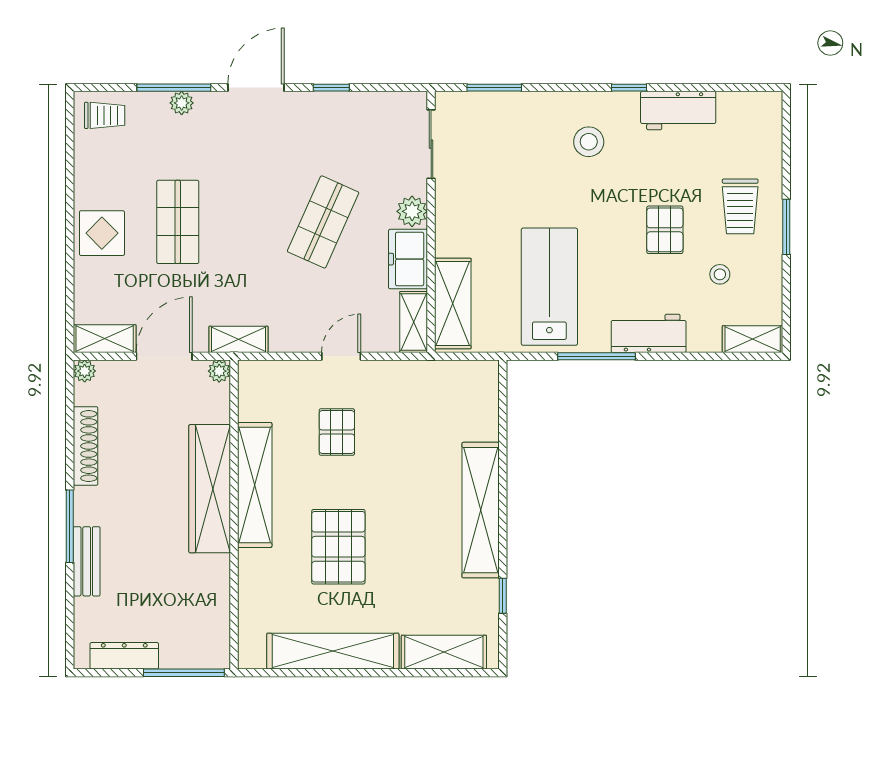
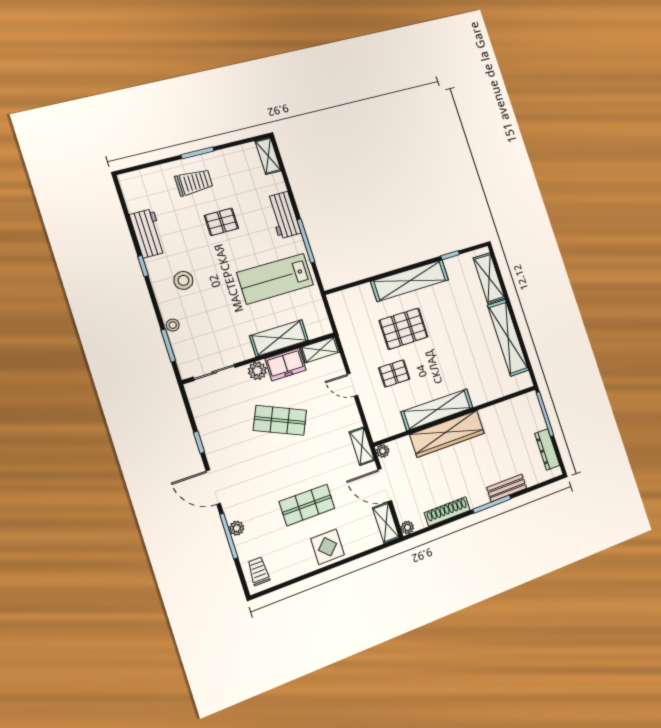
stool: (720, 274) -> (173, 325), moved
shelving: (453, 303) -> (279, 338), moved
pallet: (338, 547) -> (404, 329), moved

